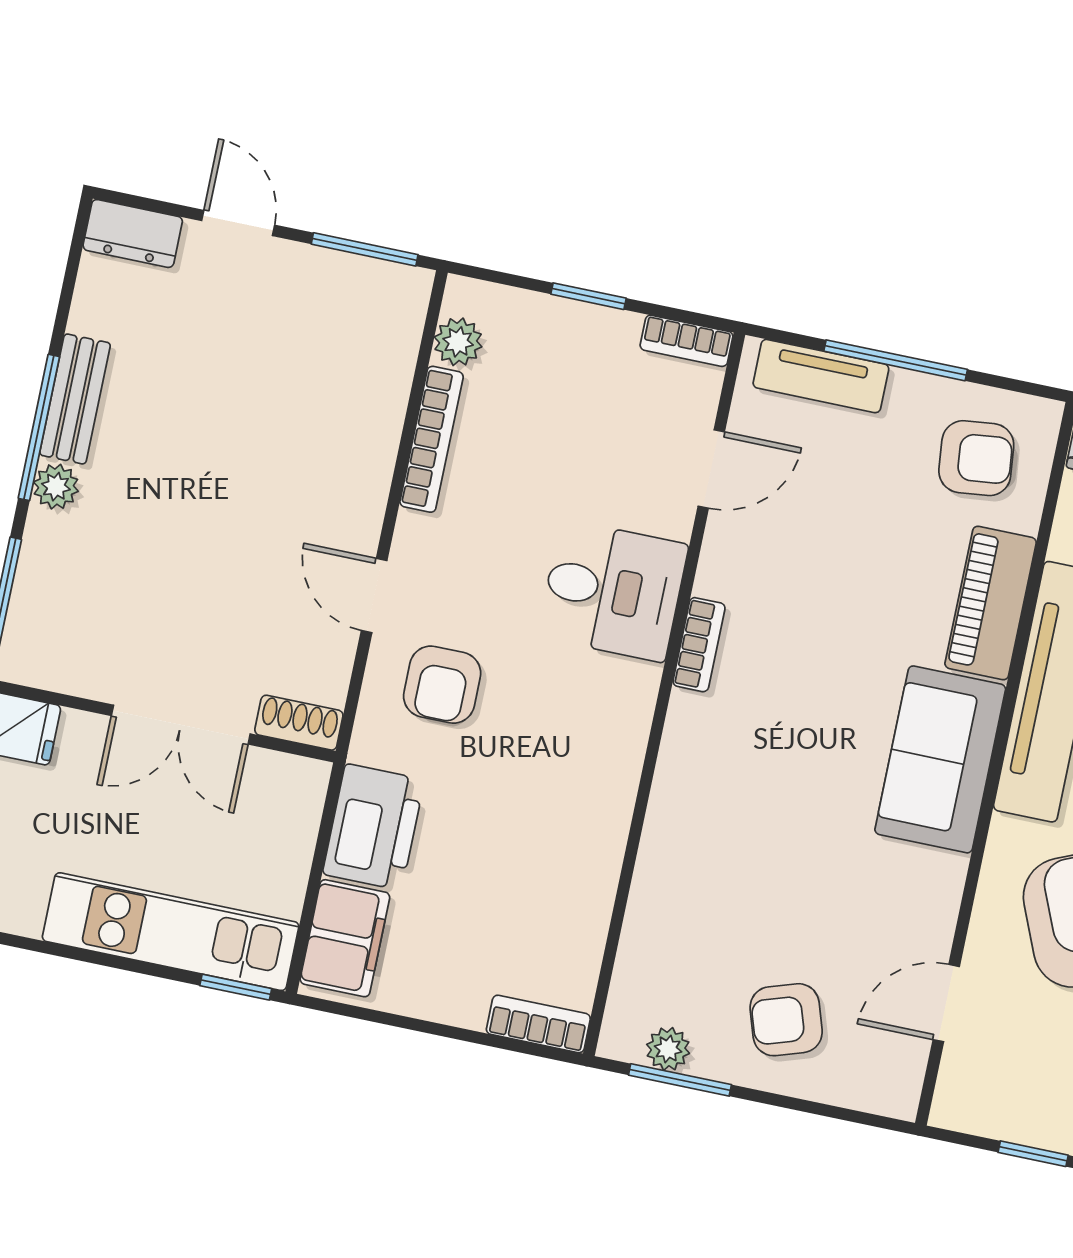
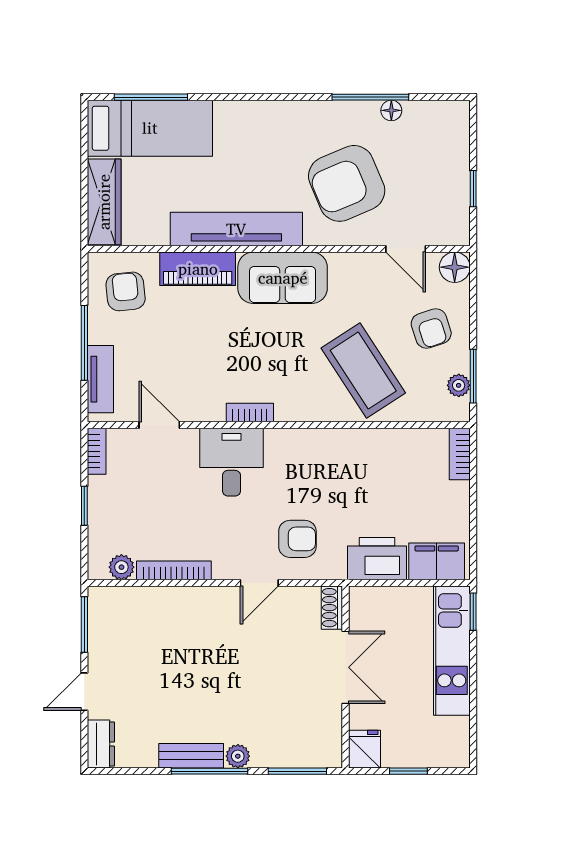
coffee table: (734, 875) -> (363, 371), added
floor lamp: (892, 1088) -> (455, 267), added

